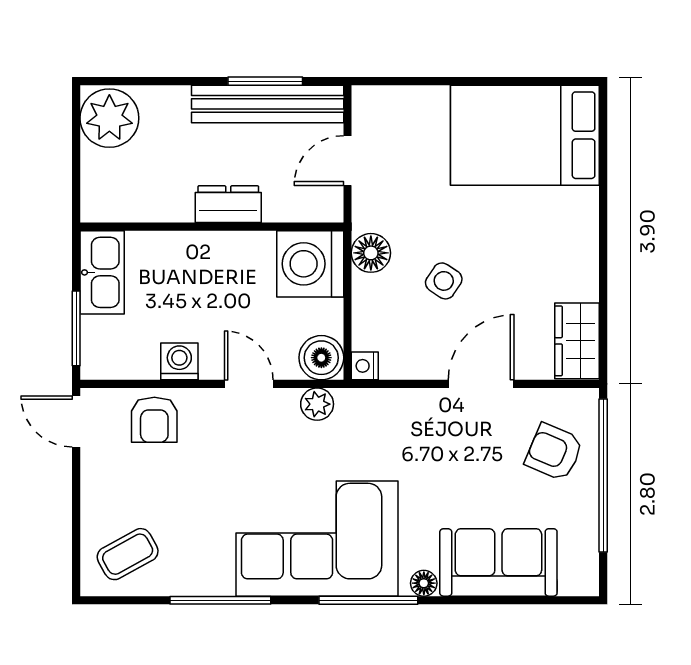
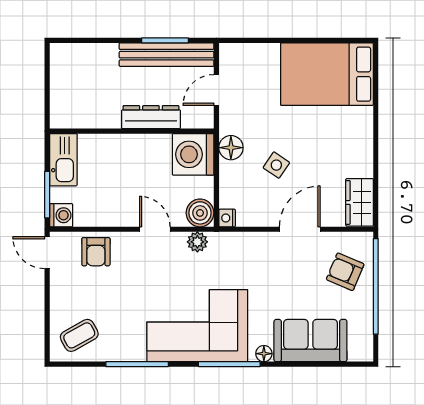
plant: (109, 118) -> (68, 64), removed
dresser: (228, 204) -> (151, 117), width x1.44
washing machine: (179, 361) -> (61, 215), moved, turned 90

